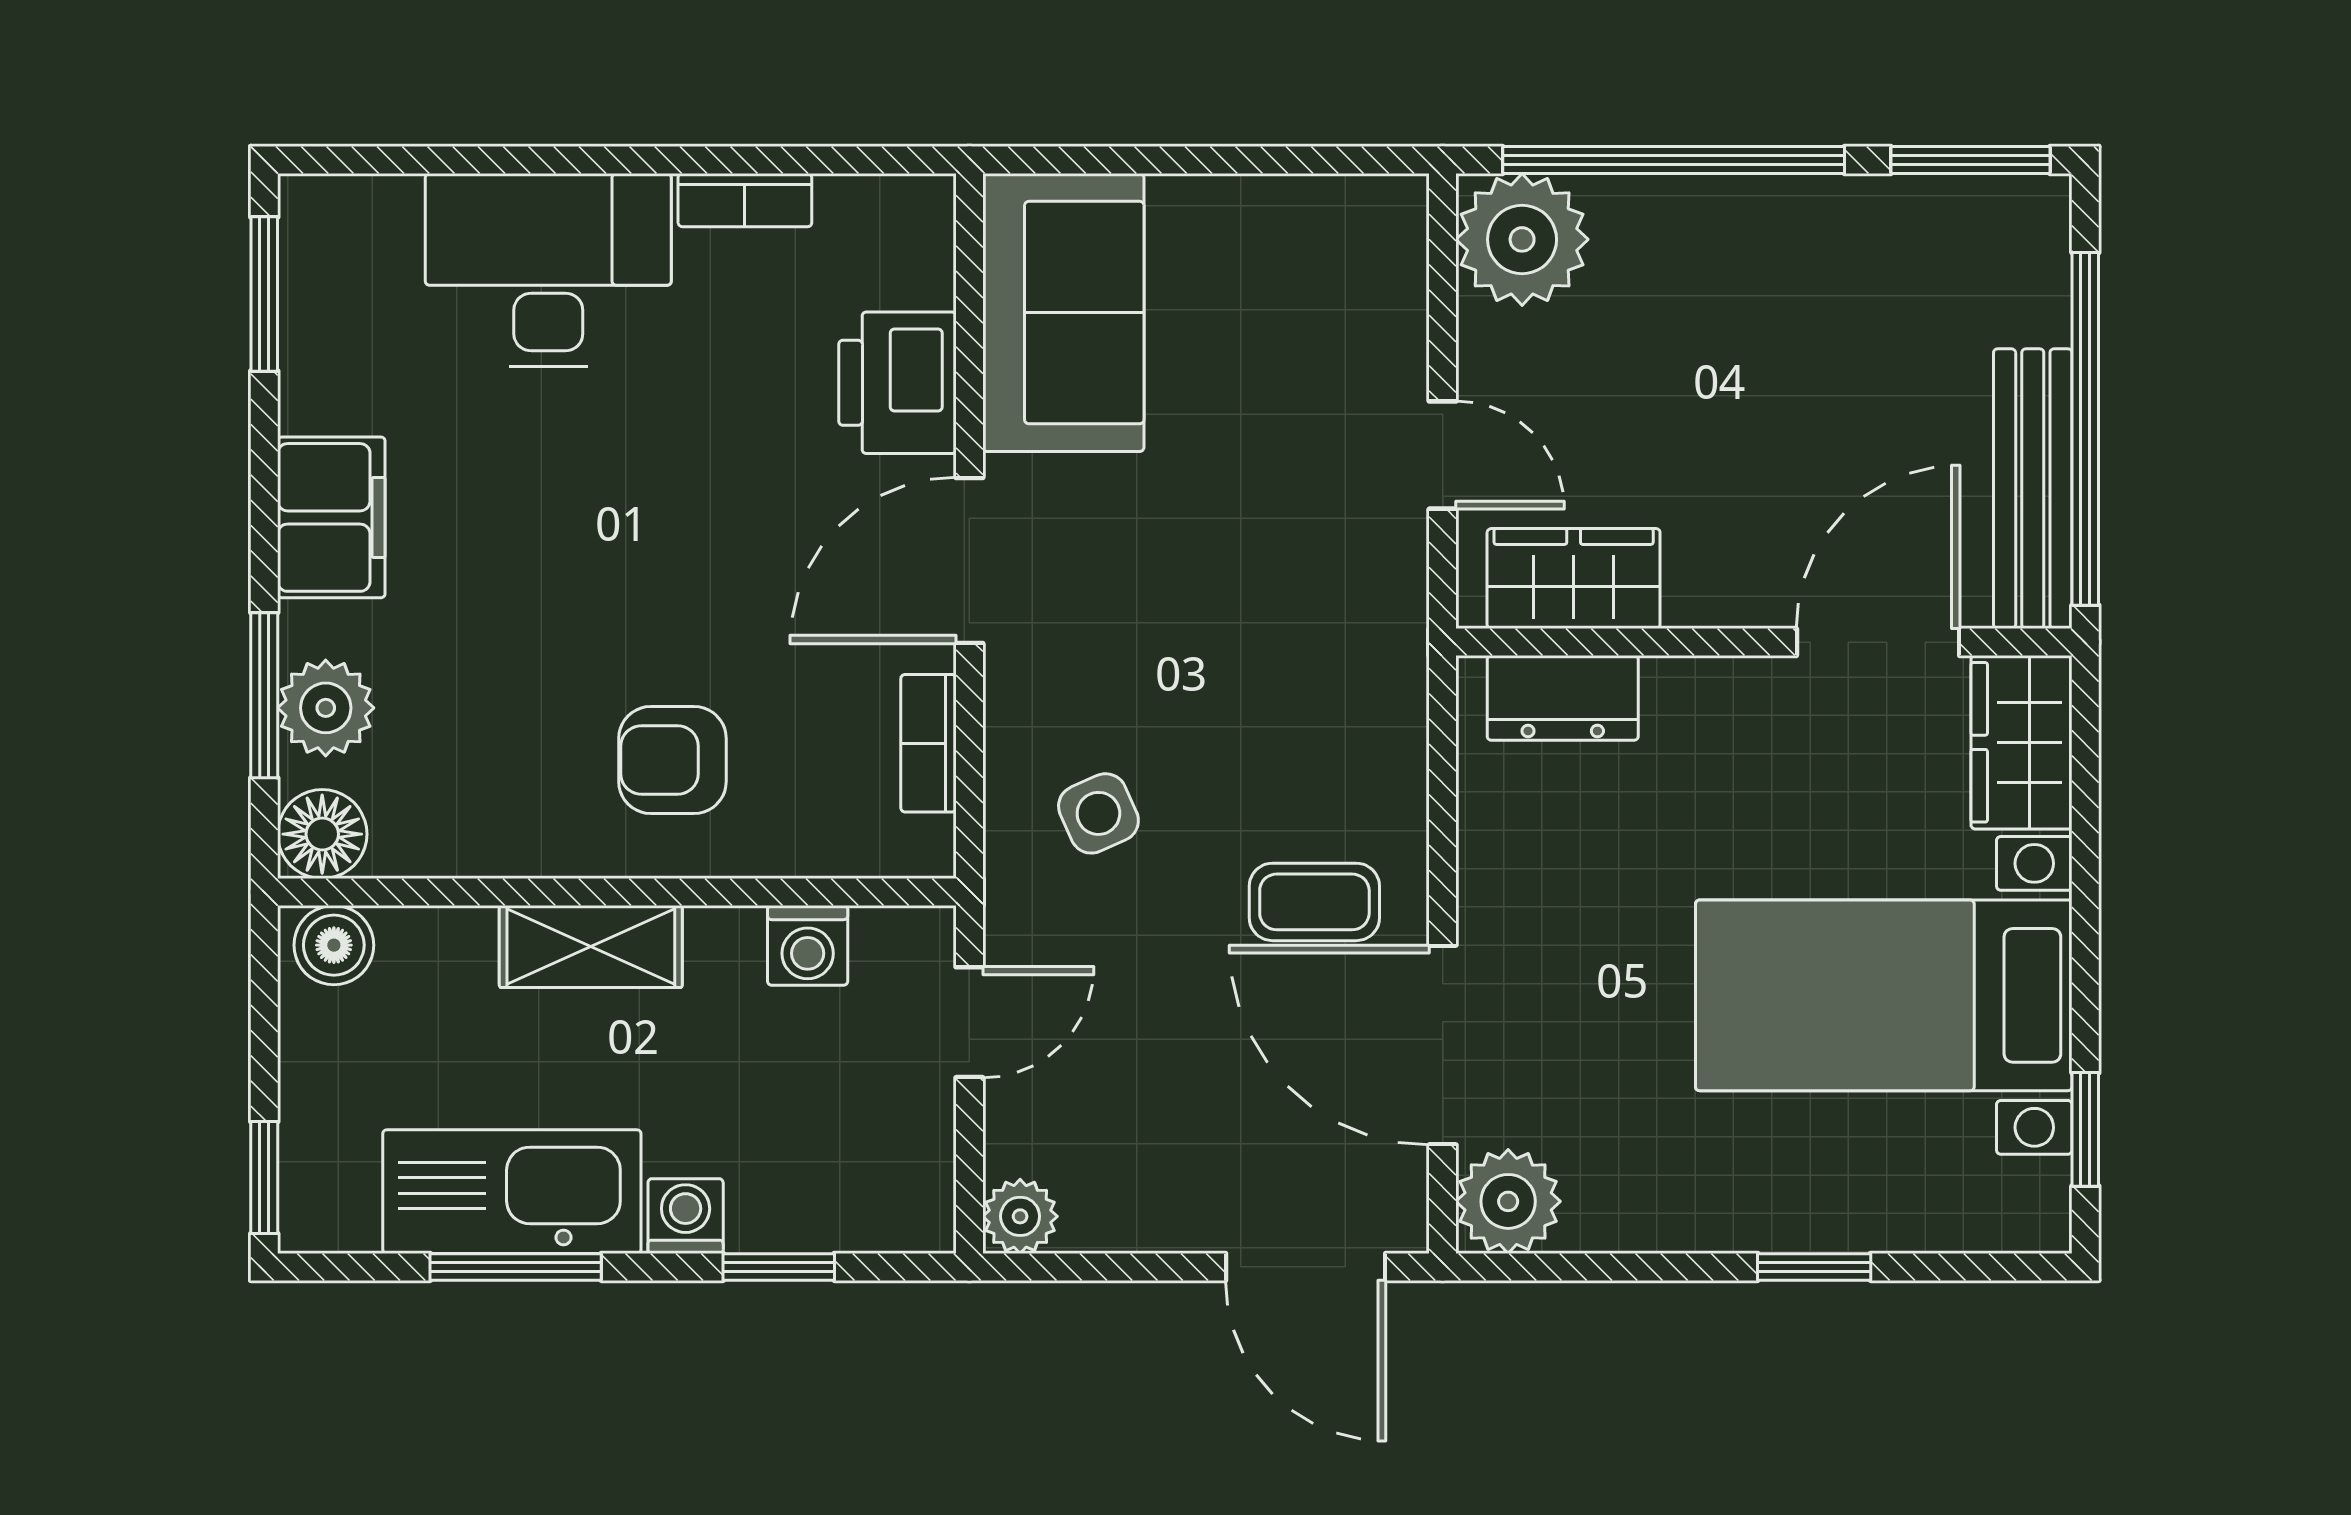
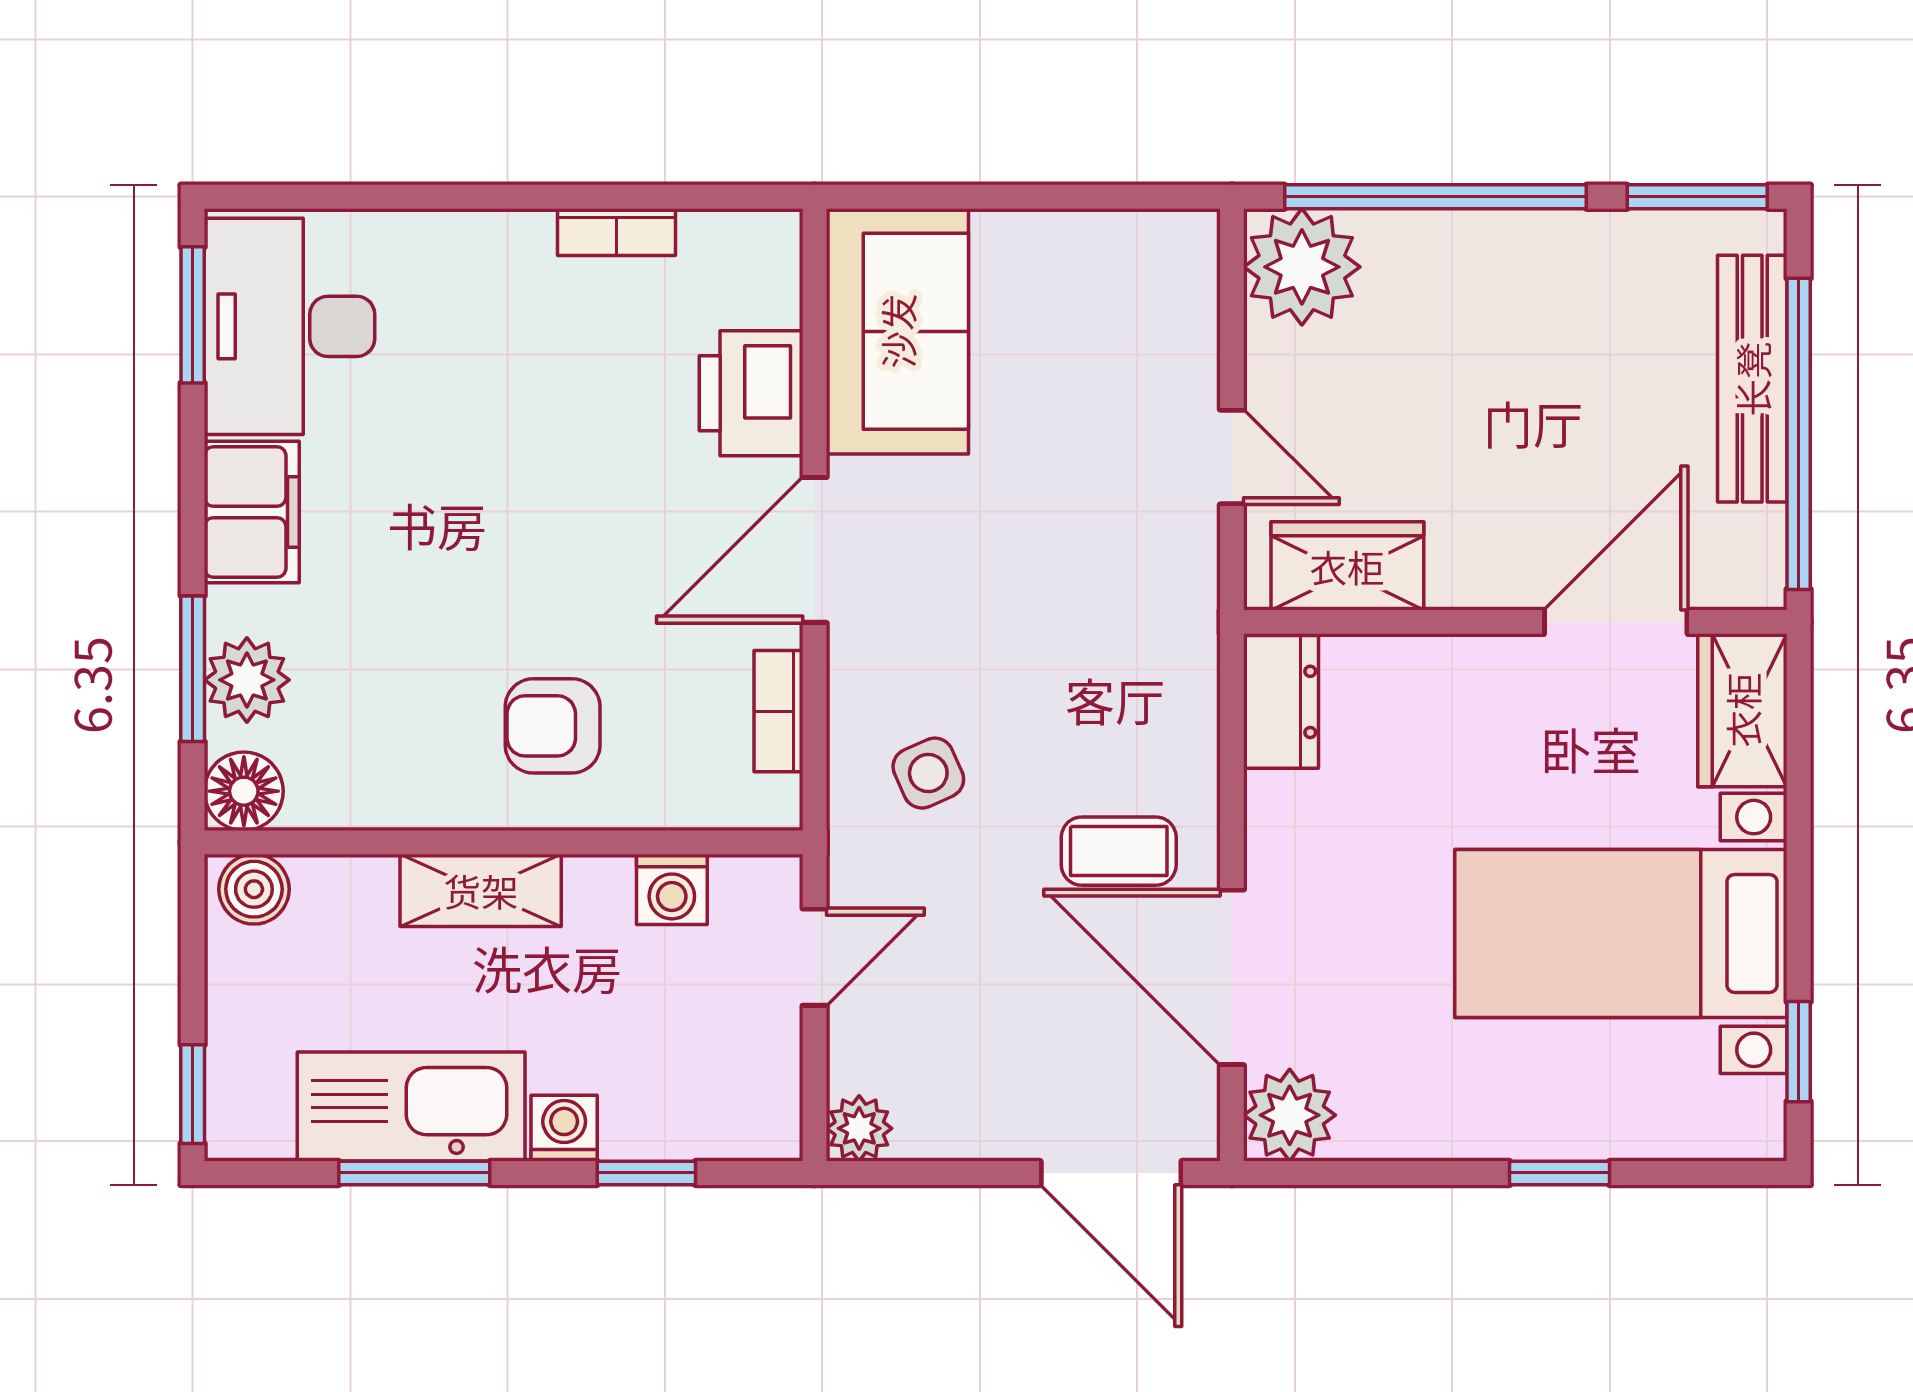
desk: (548, 270) -> (290, 326), moved, turned -90
bench: (2033, 489) -> (1752, 379), moved
dresser: (1563, 698) -> (1281, 702), moved, turned -90

